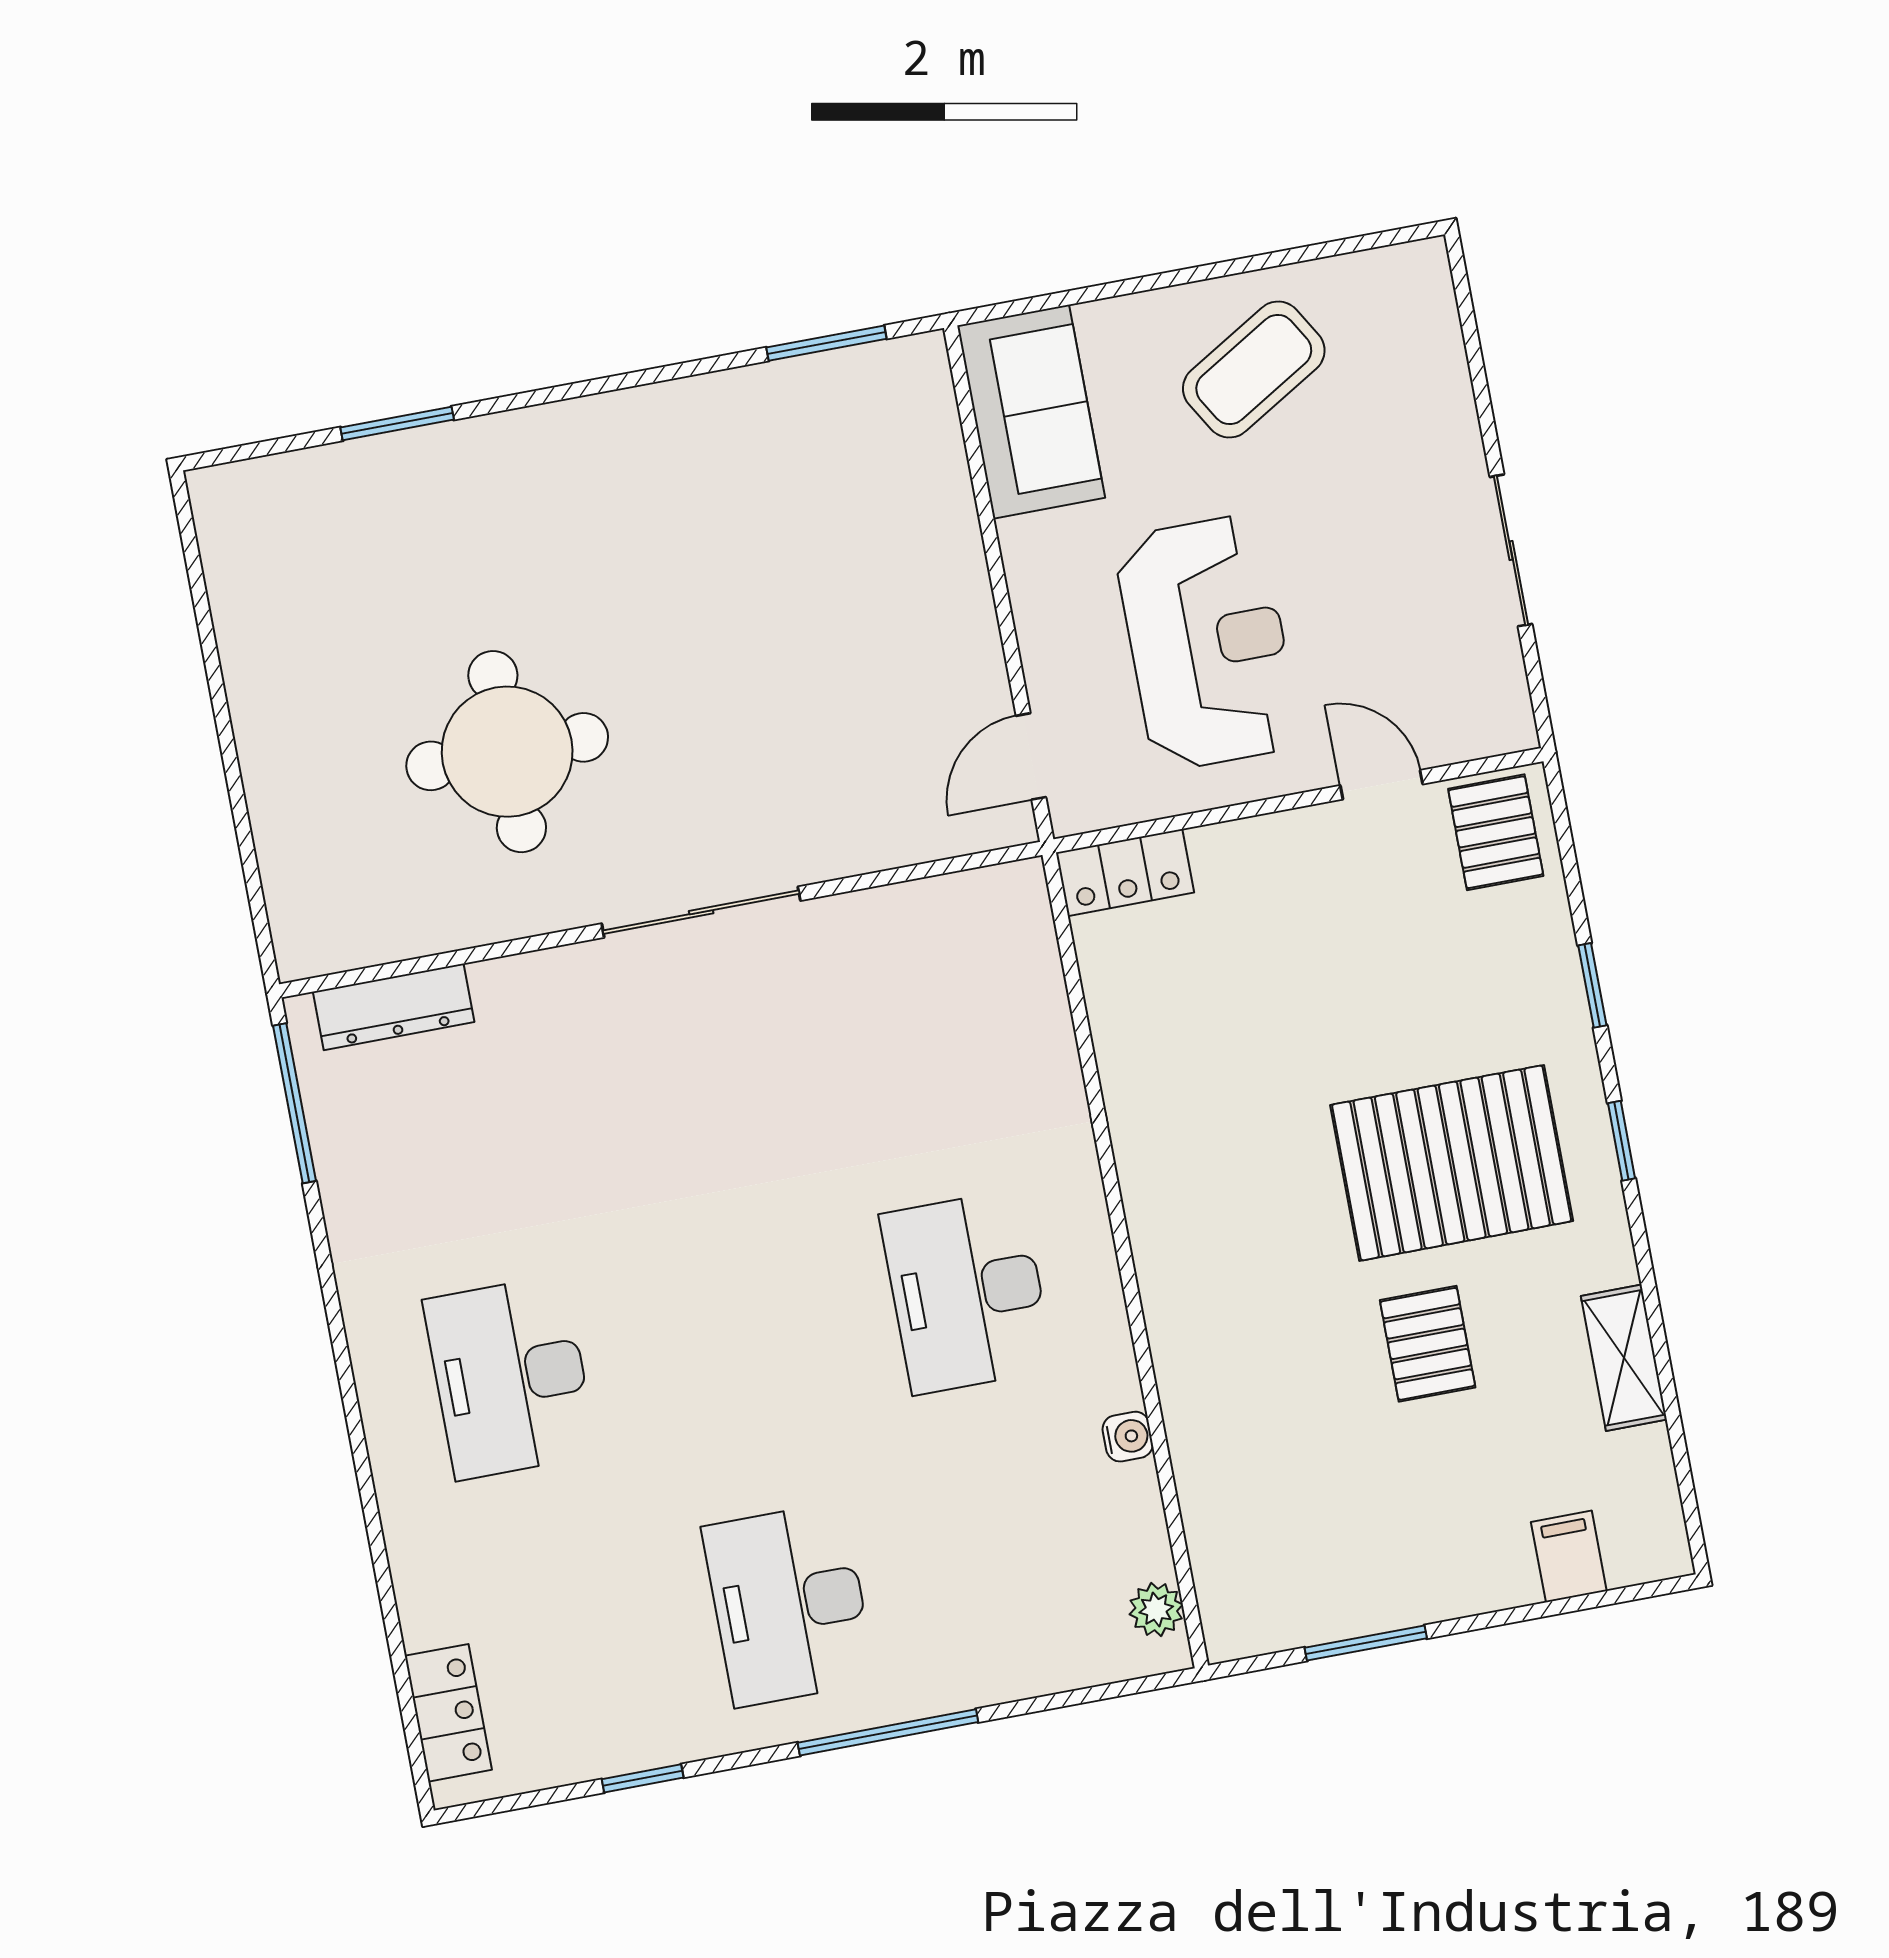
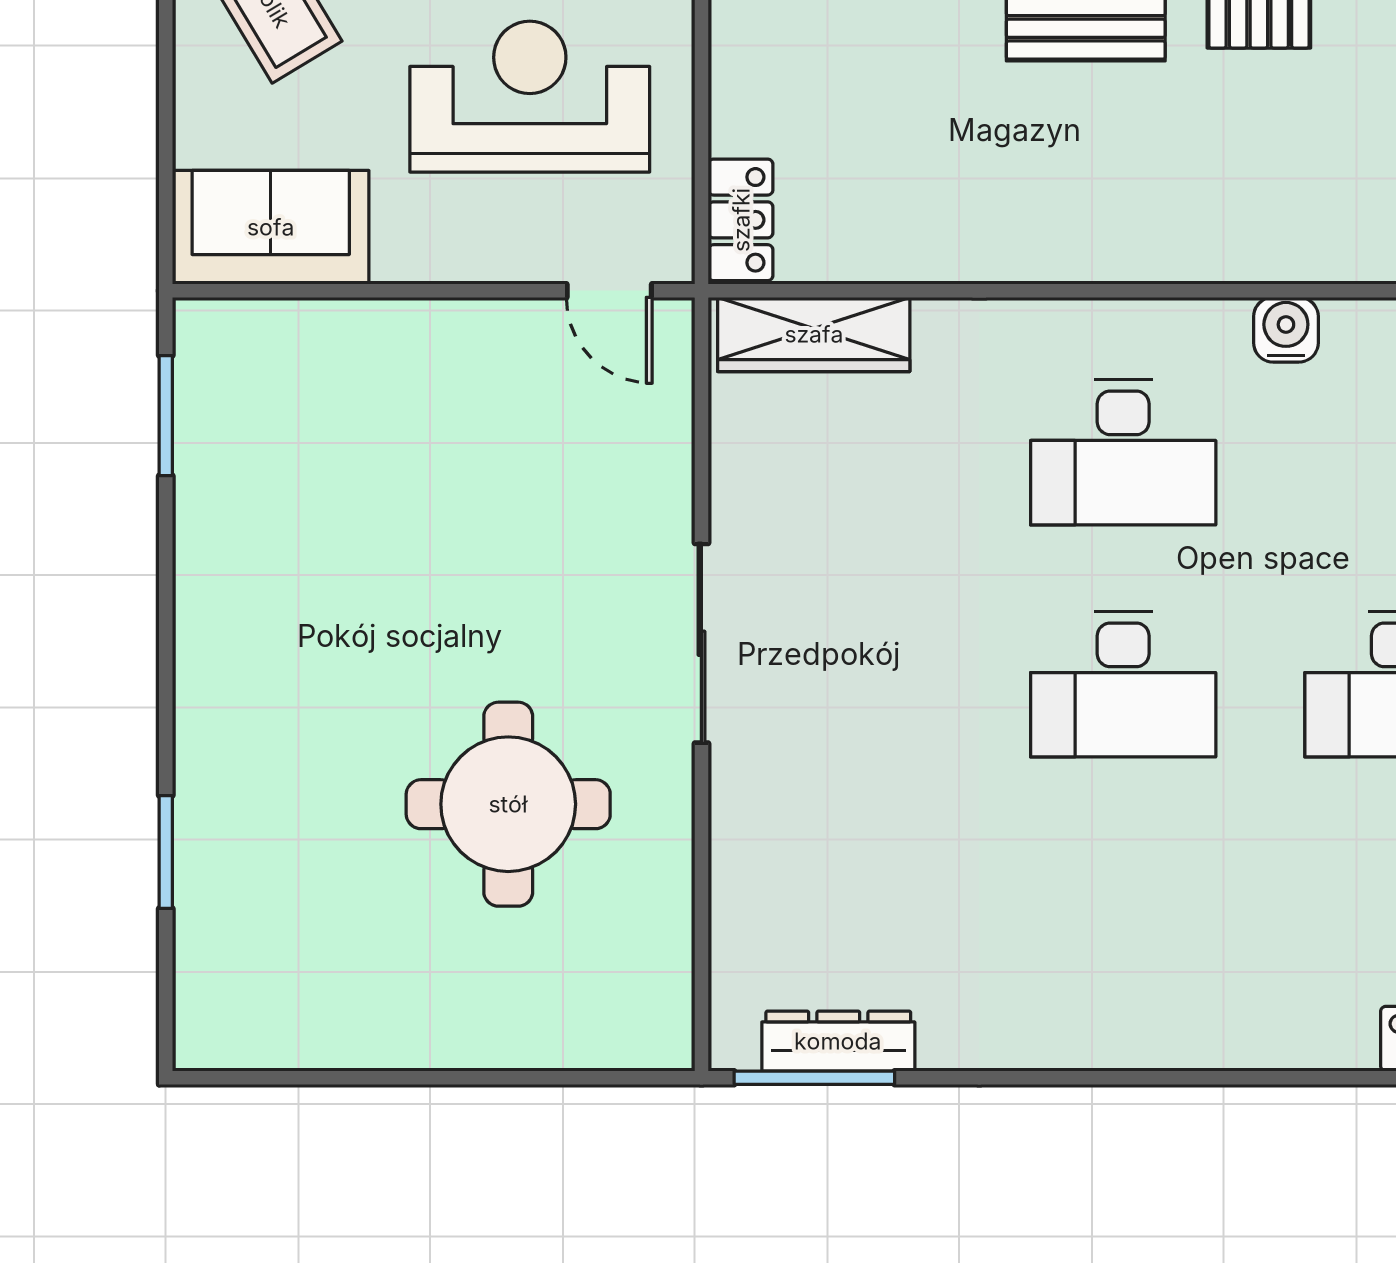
wardrobe: (1026, 966) -> (814, 334), added
dresser: (394, 1007) -> (838, 1041), moved, turned -90
desk: (510, 1377) -> (1123, 684), moved
water cooler: (1128, 1437) -> (1286, 330), width x1.38, depth x1.38

